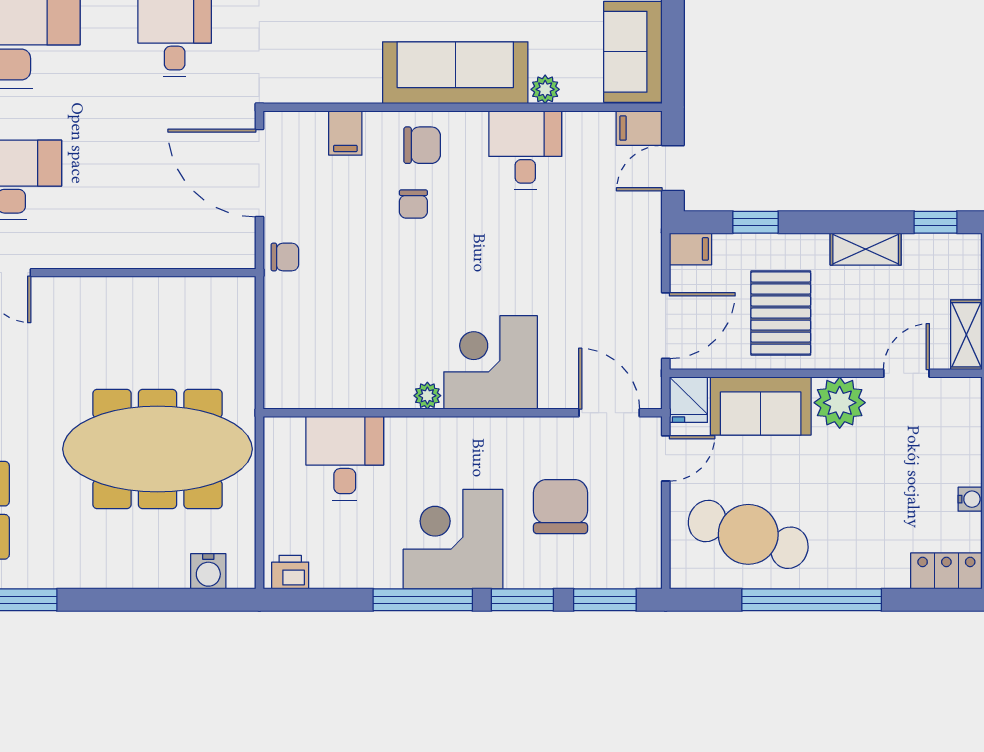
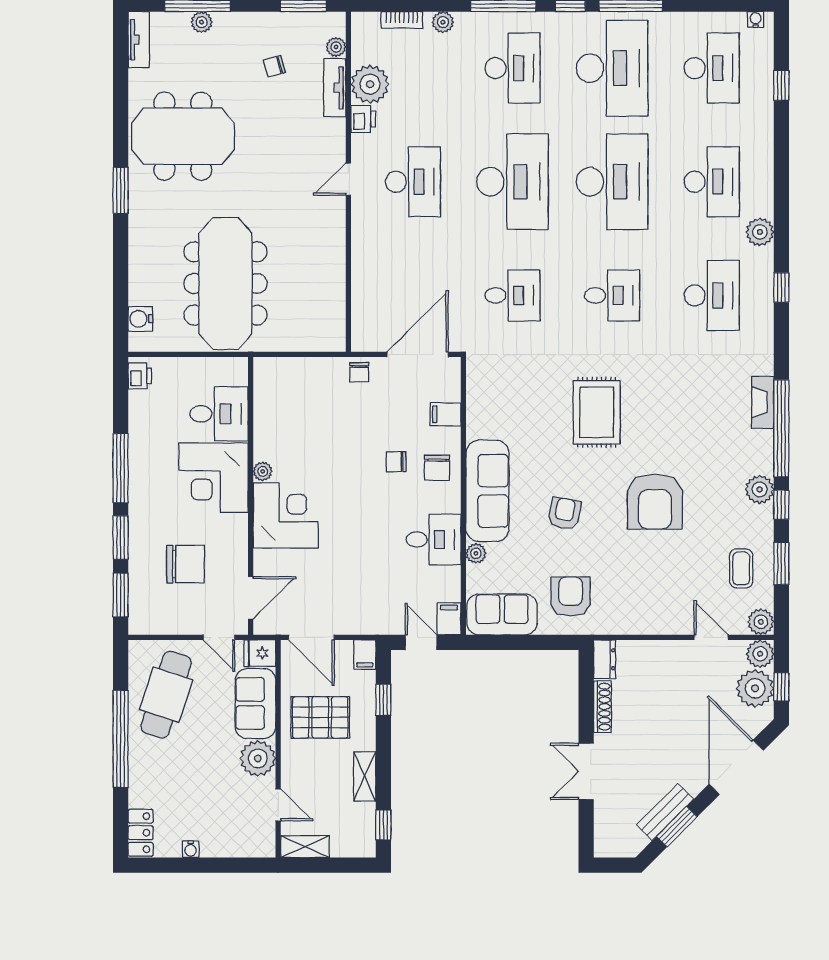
corner desk: (453, 539) -> (214, 478), moved, turned 180

